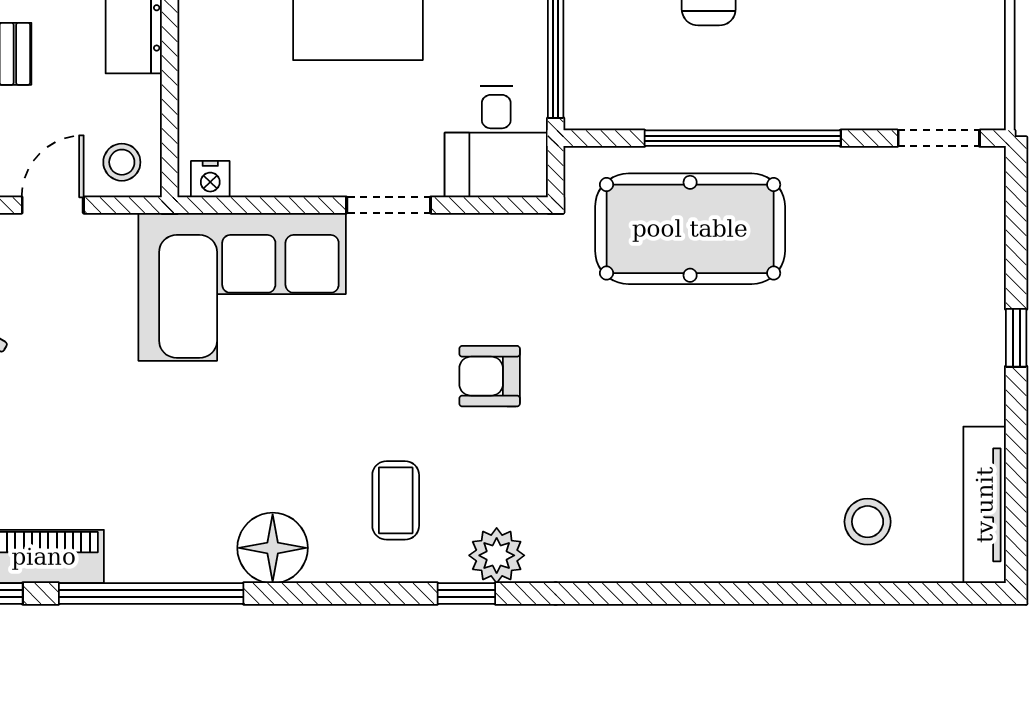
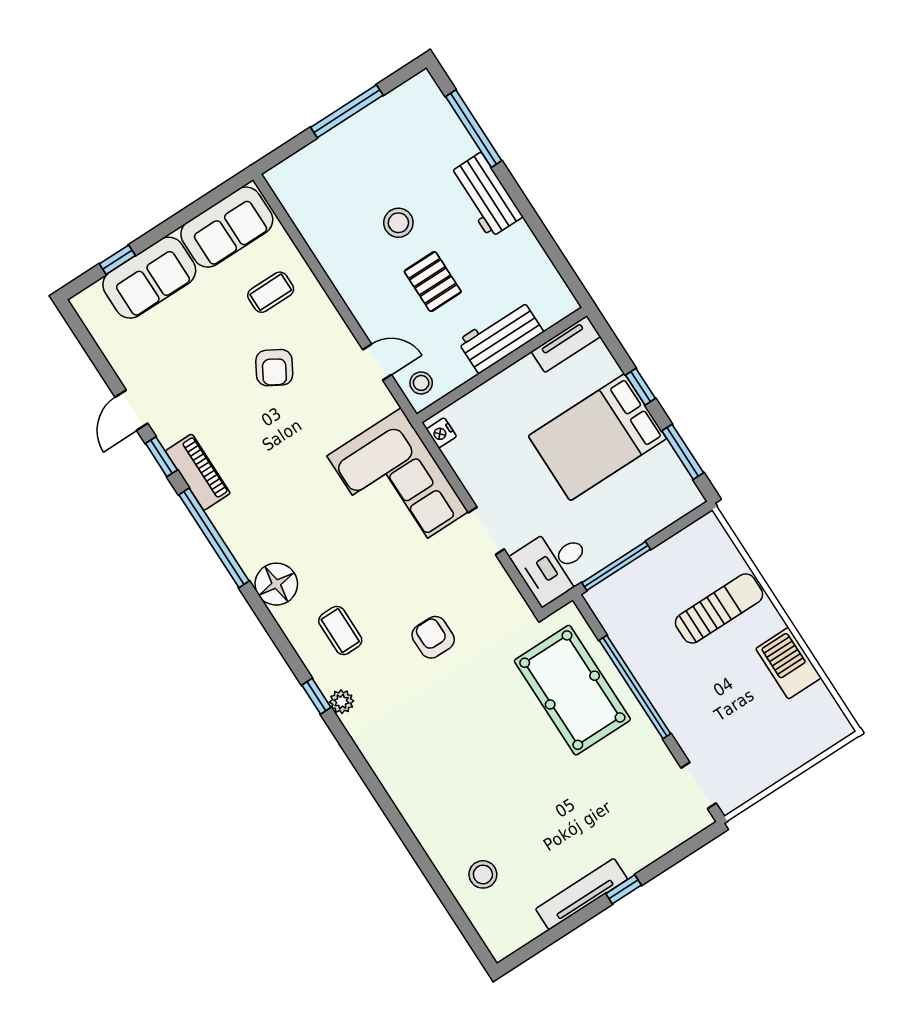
coffee table: (396, 500) -> (340, 630), turned 90
tv unit: (985, 505) -> (582, 894), moved
plant: (497, 555) -> (342, 702), width x0.73, depth x0.73

